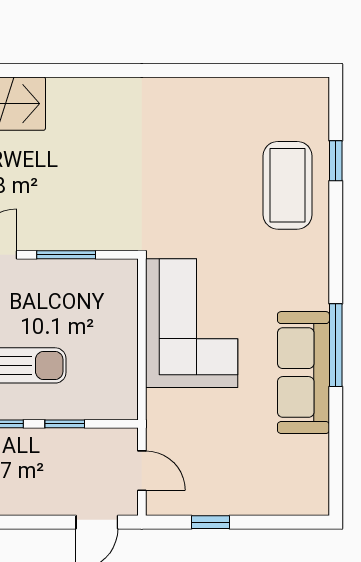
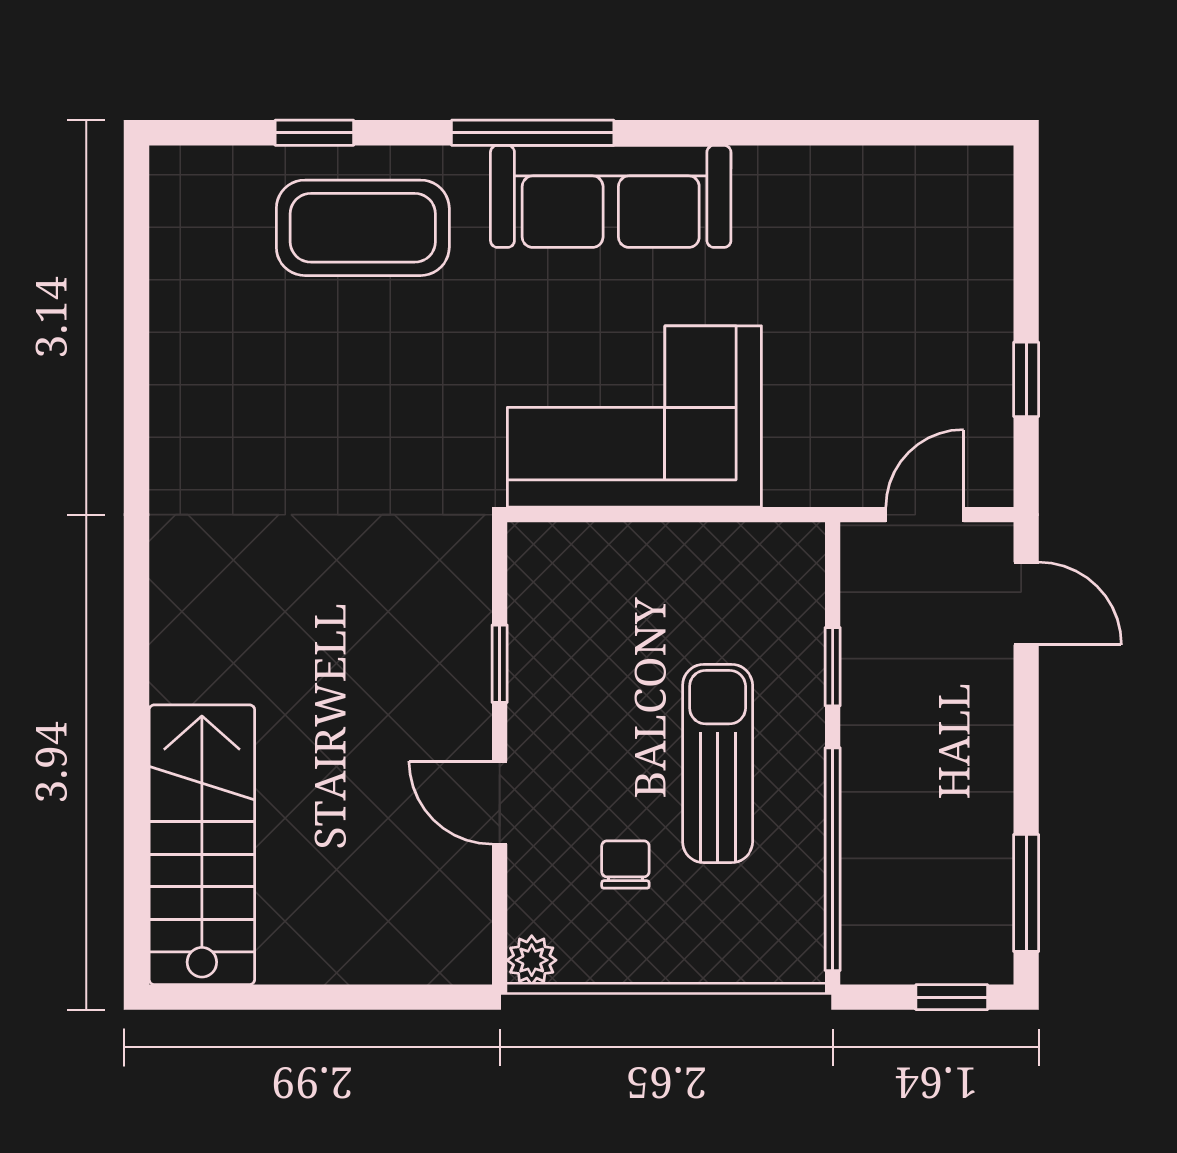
window: (66, 255) -> (500, 664), width x0.67
window: (336, 345) -> (533, 133), moved
sofa: (303, 373) -> (611, 196), moved

